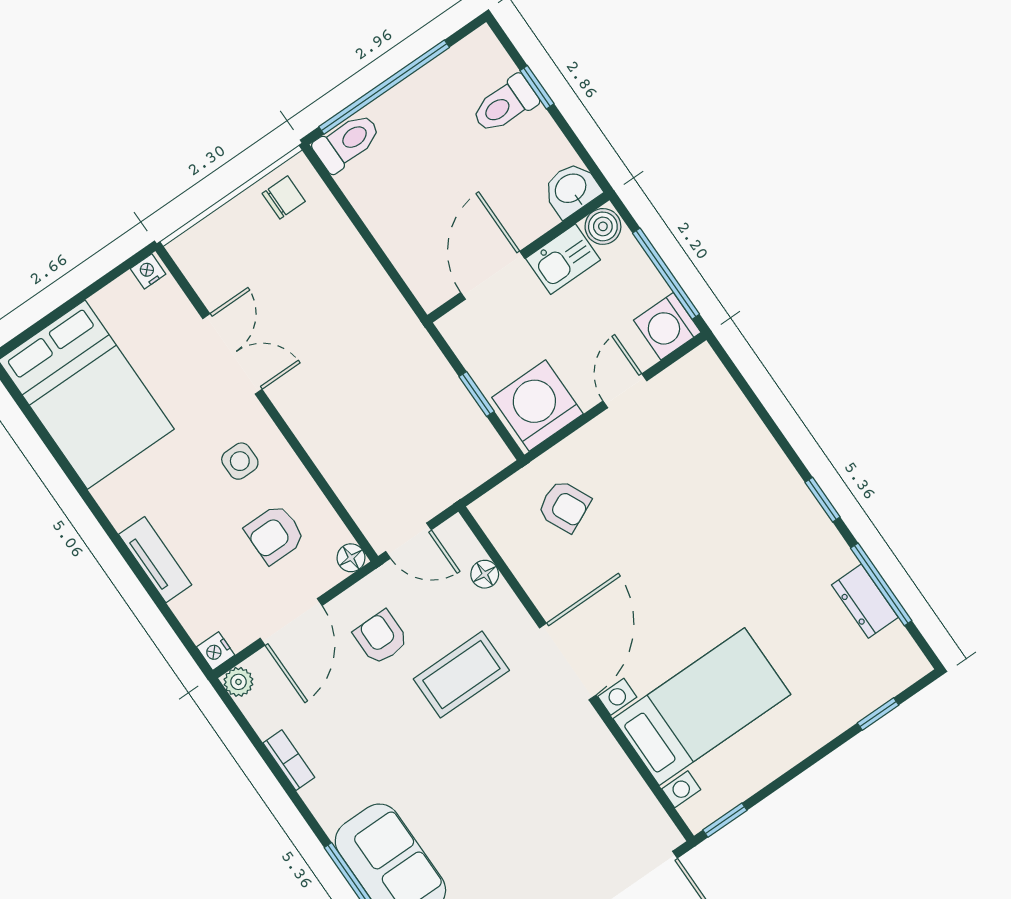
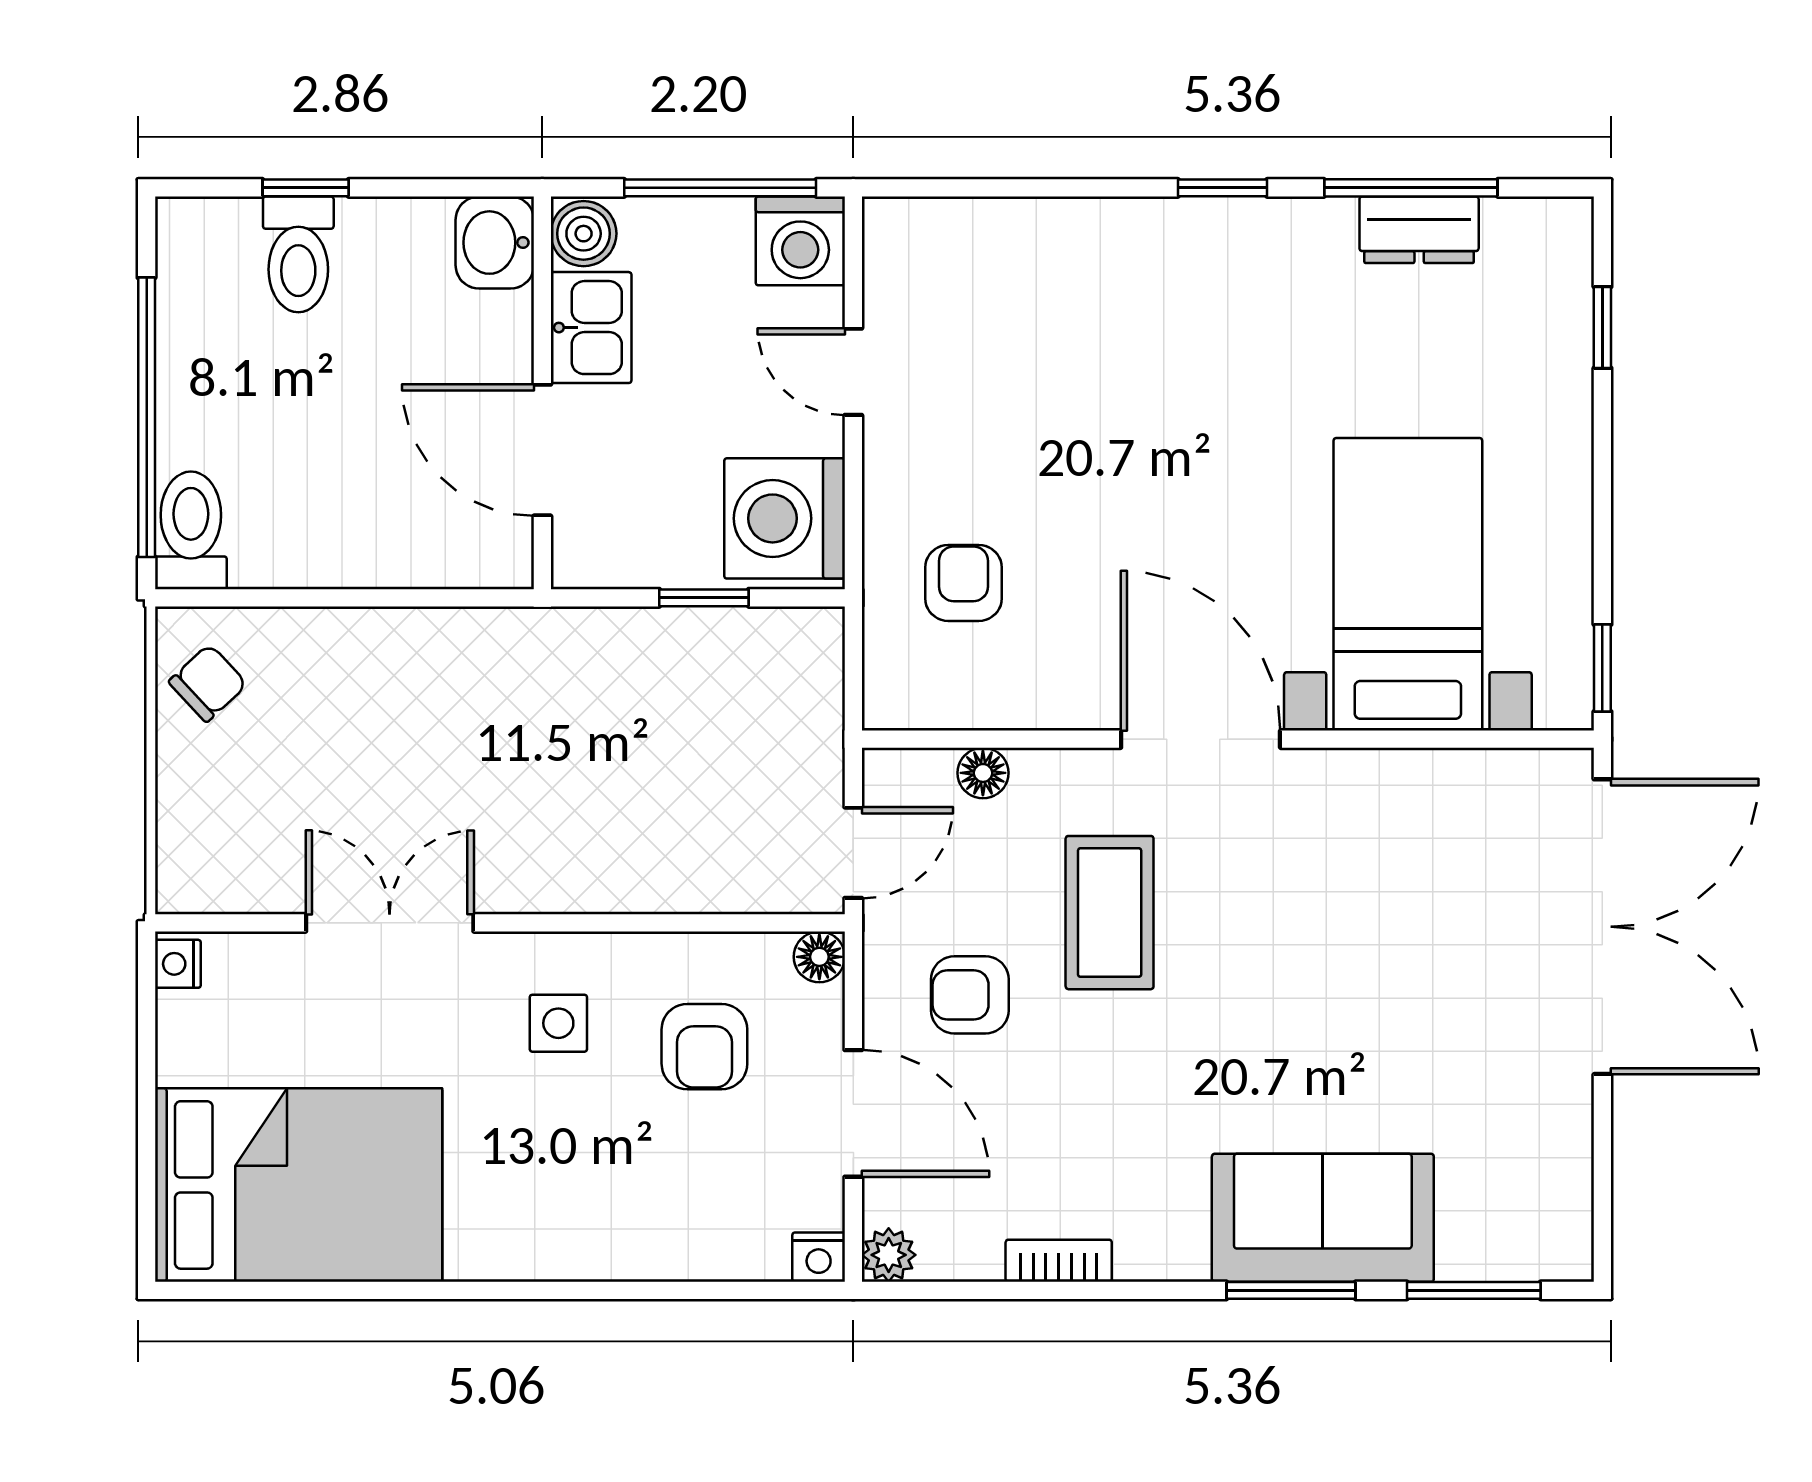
chair: (284, 197) -> (208, 683), turned 47
armchair: (564, 506) -> (963, 583), turned -65
tv unit: (155, 560) -> (618, 1253), removed

